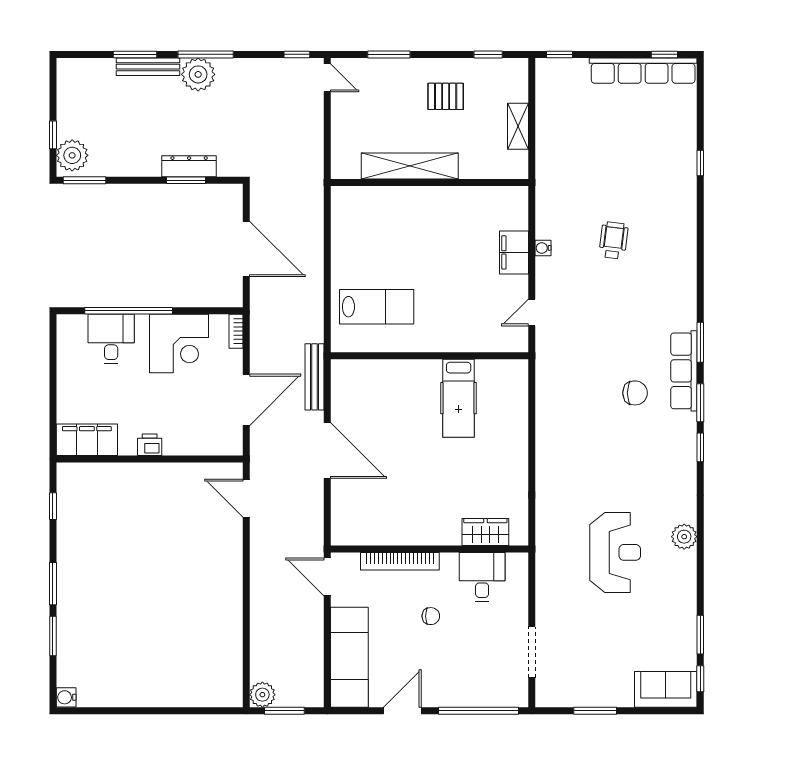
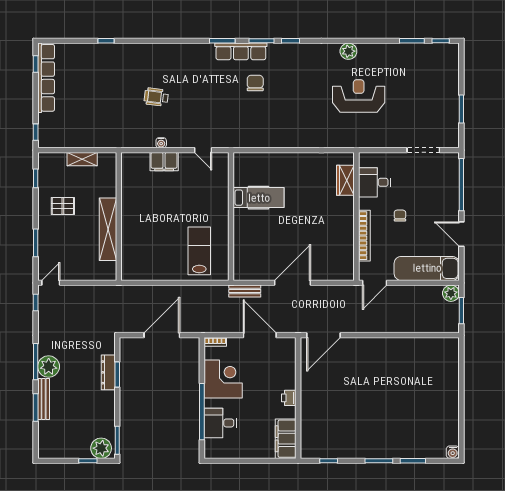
pallet: (446, 96) -> (63, 206), turned 90
bench: (314, 377) -> (245, 291), width x0.73
door: (246, 498) -> (323, 335), width x1.36
sofa: (666, 689) -> (448, 63), removed
plant: (262, 695) -> (451, 293), moved

